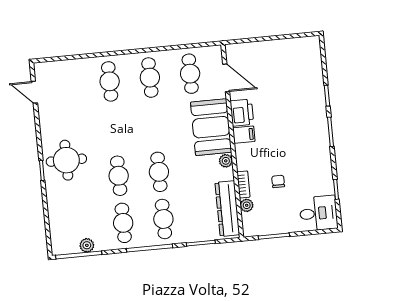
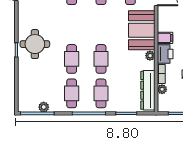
printer: (242, 113) -> (165, 54), moved

